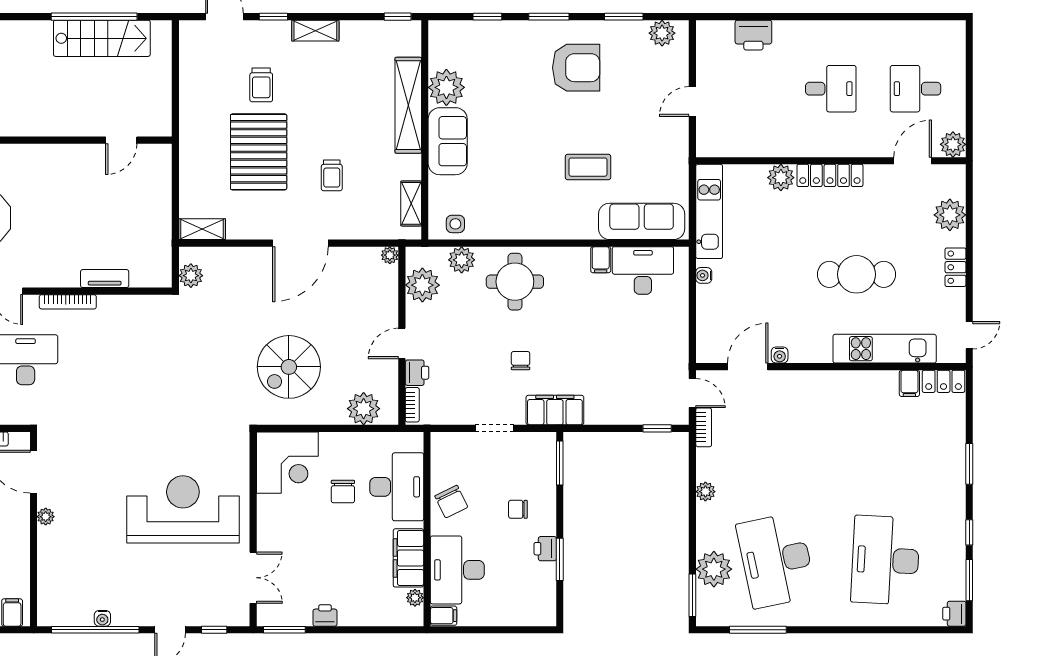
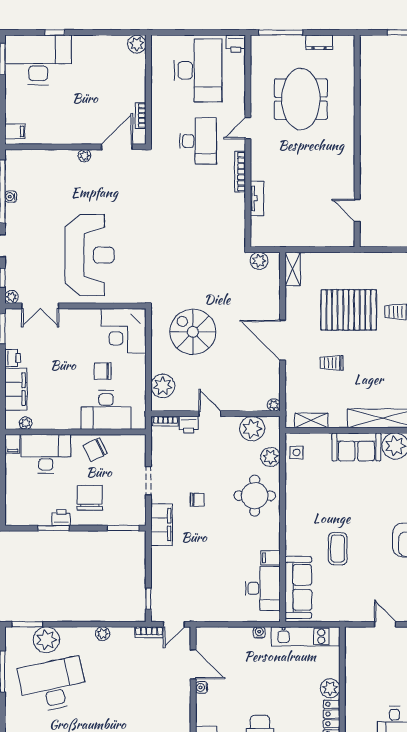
chair: (518, 509) -> (90, 498), width x1.87, depth x1.87
filing cabinet: (408, 558) -> (16, 389), moved, turned 90
plant: (241, 617) -> (12, 297), added

